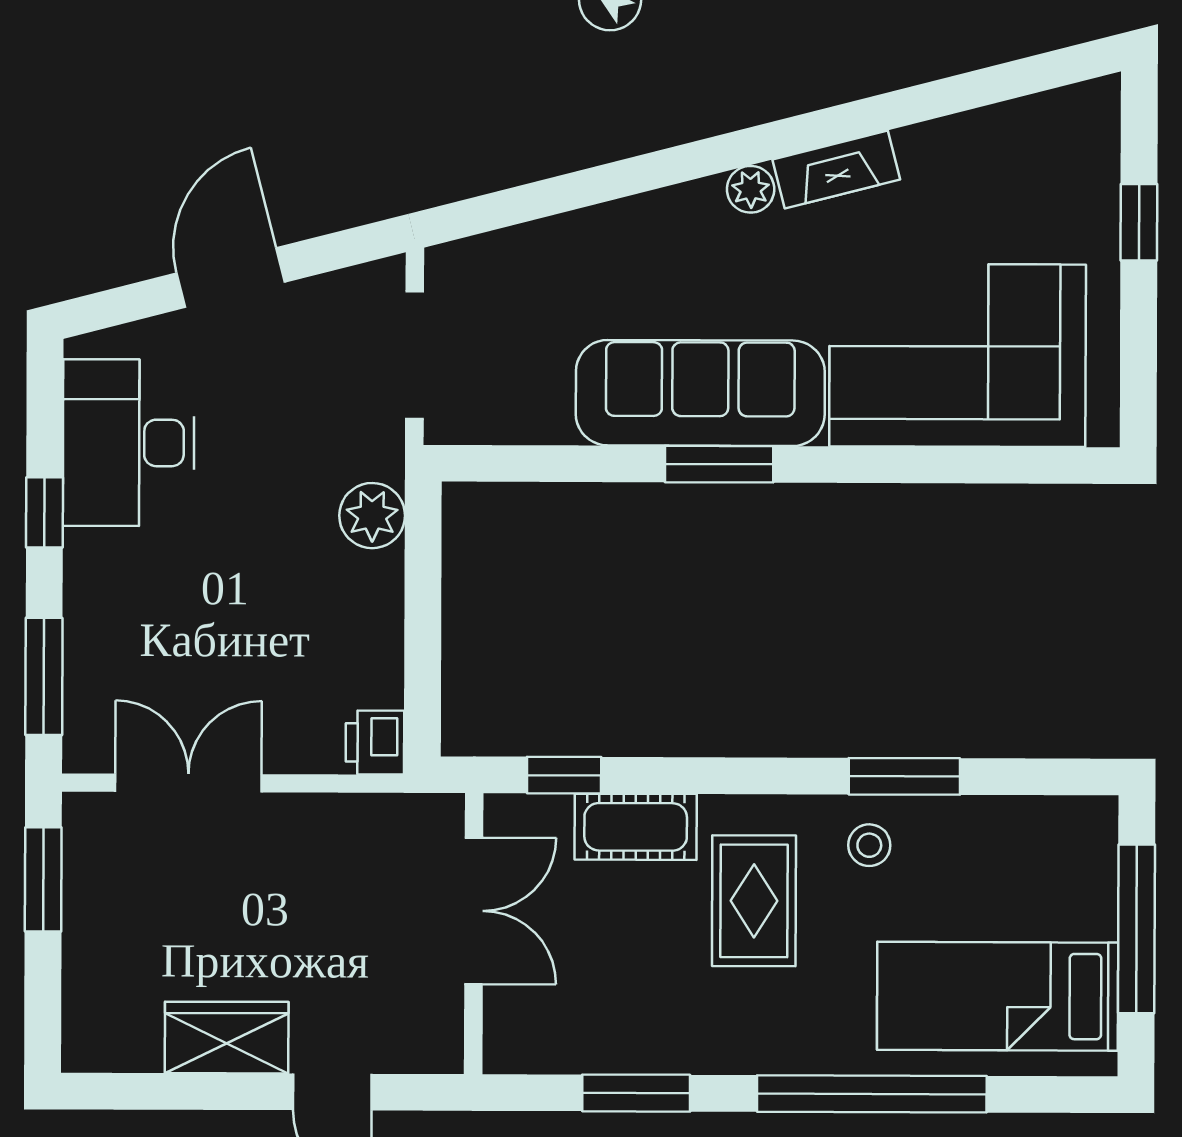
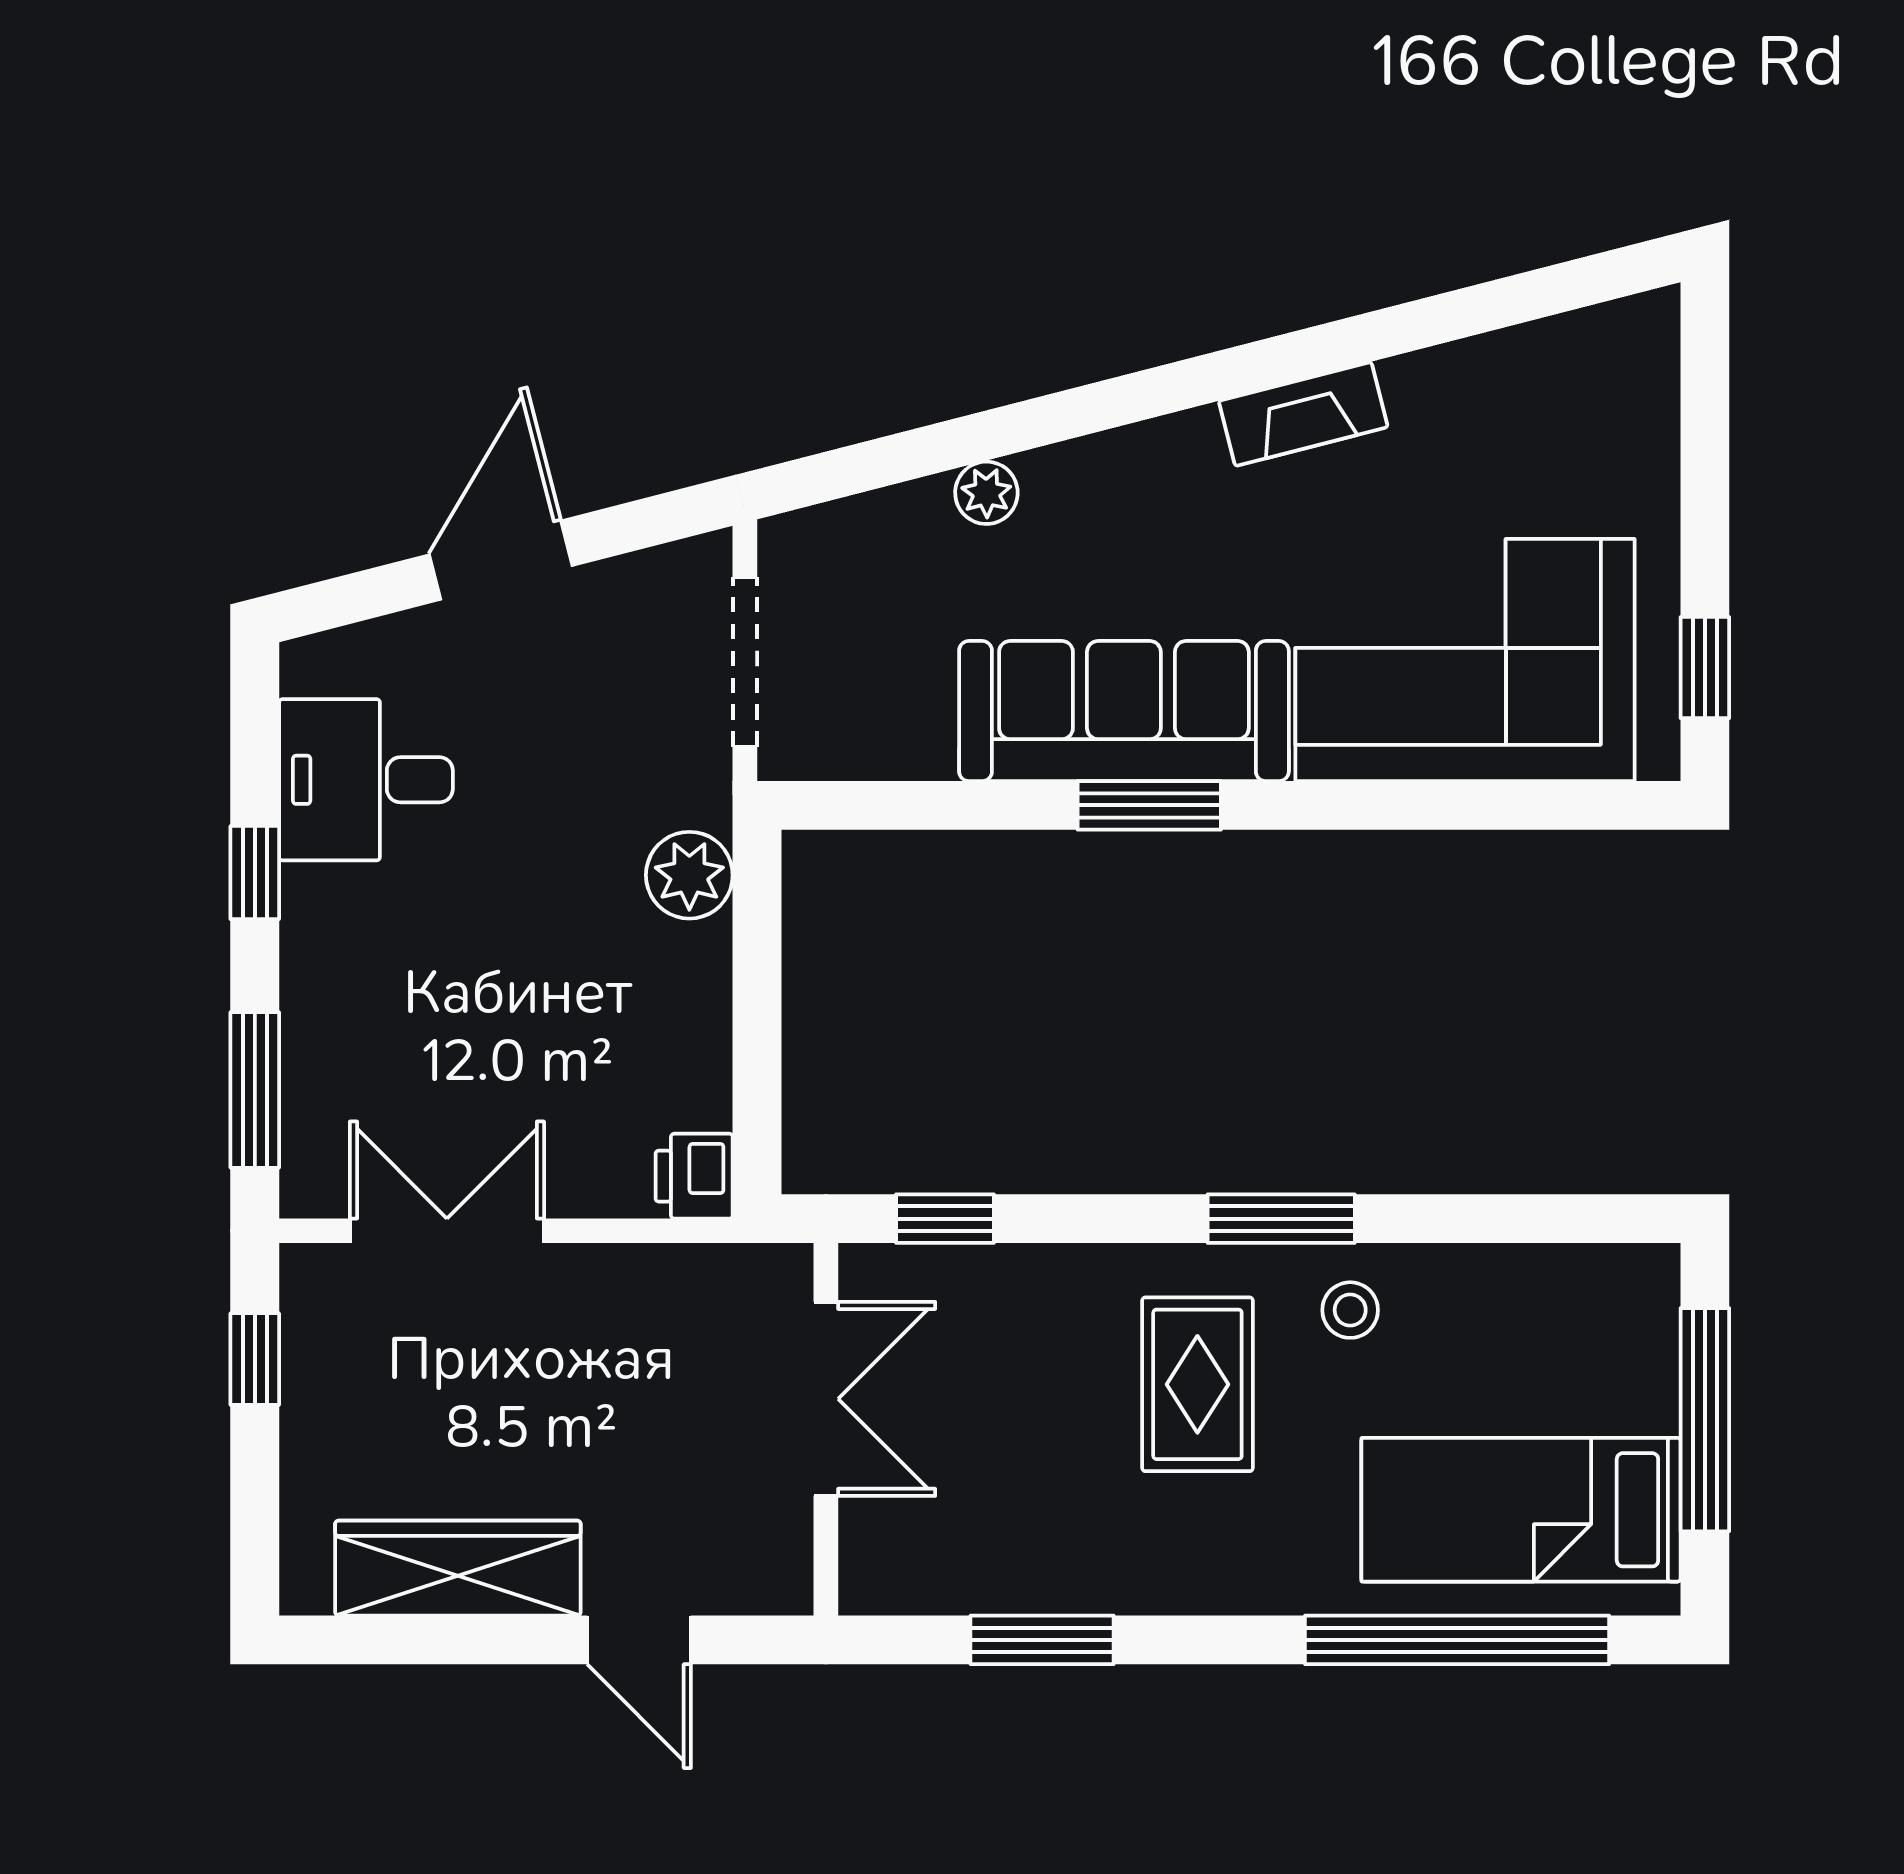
plant: (751, 189) -> (986, 493), moved
window: (1139, 222) -> (1705, 668), moved
desk: (129, 443) -> (366, 780), width x0.73
window: (904, 776) -> (1281, 1219), moved
cot: (636, 827) -> (1040, 1287), removed
window: (43, 879) -> (255, 1359), width x0.67
wardrobe: (227, 1038) -> (458, 1568), width x1.50
window: (872, 1094) -> (1457, 1640), moved

